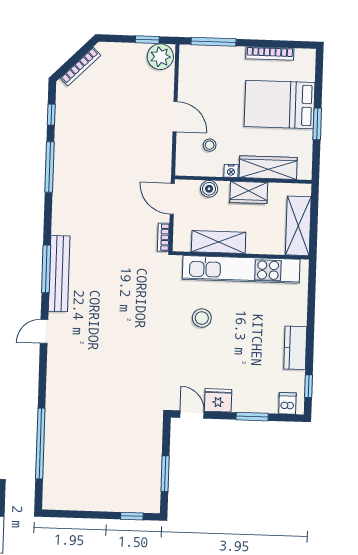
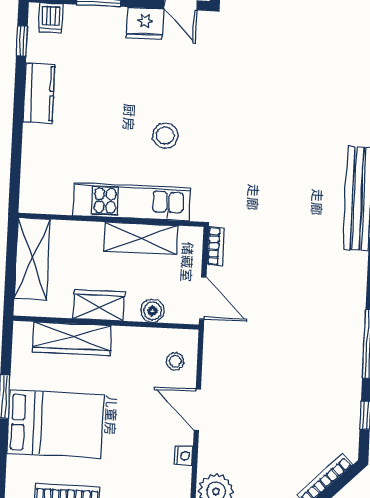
stool: (210, 145) -> (175, 361), moved
nightstand: (231, 171) -> (184, 456), moved, turned 90
kitchen unit: (241, 269) -> (132, 202), width x0.73

